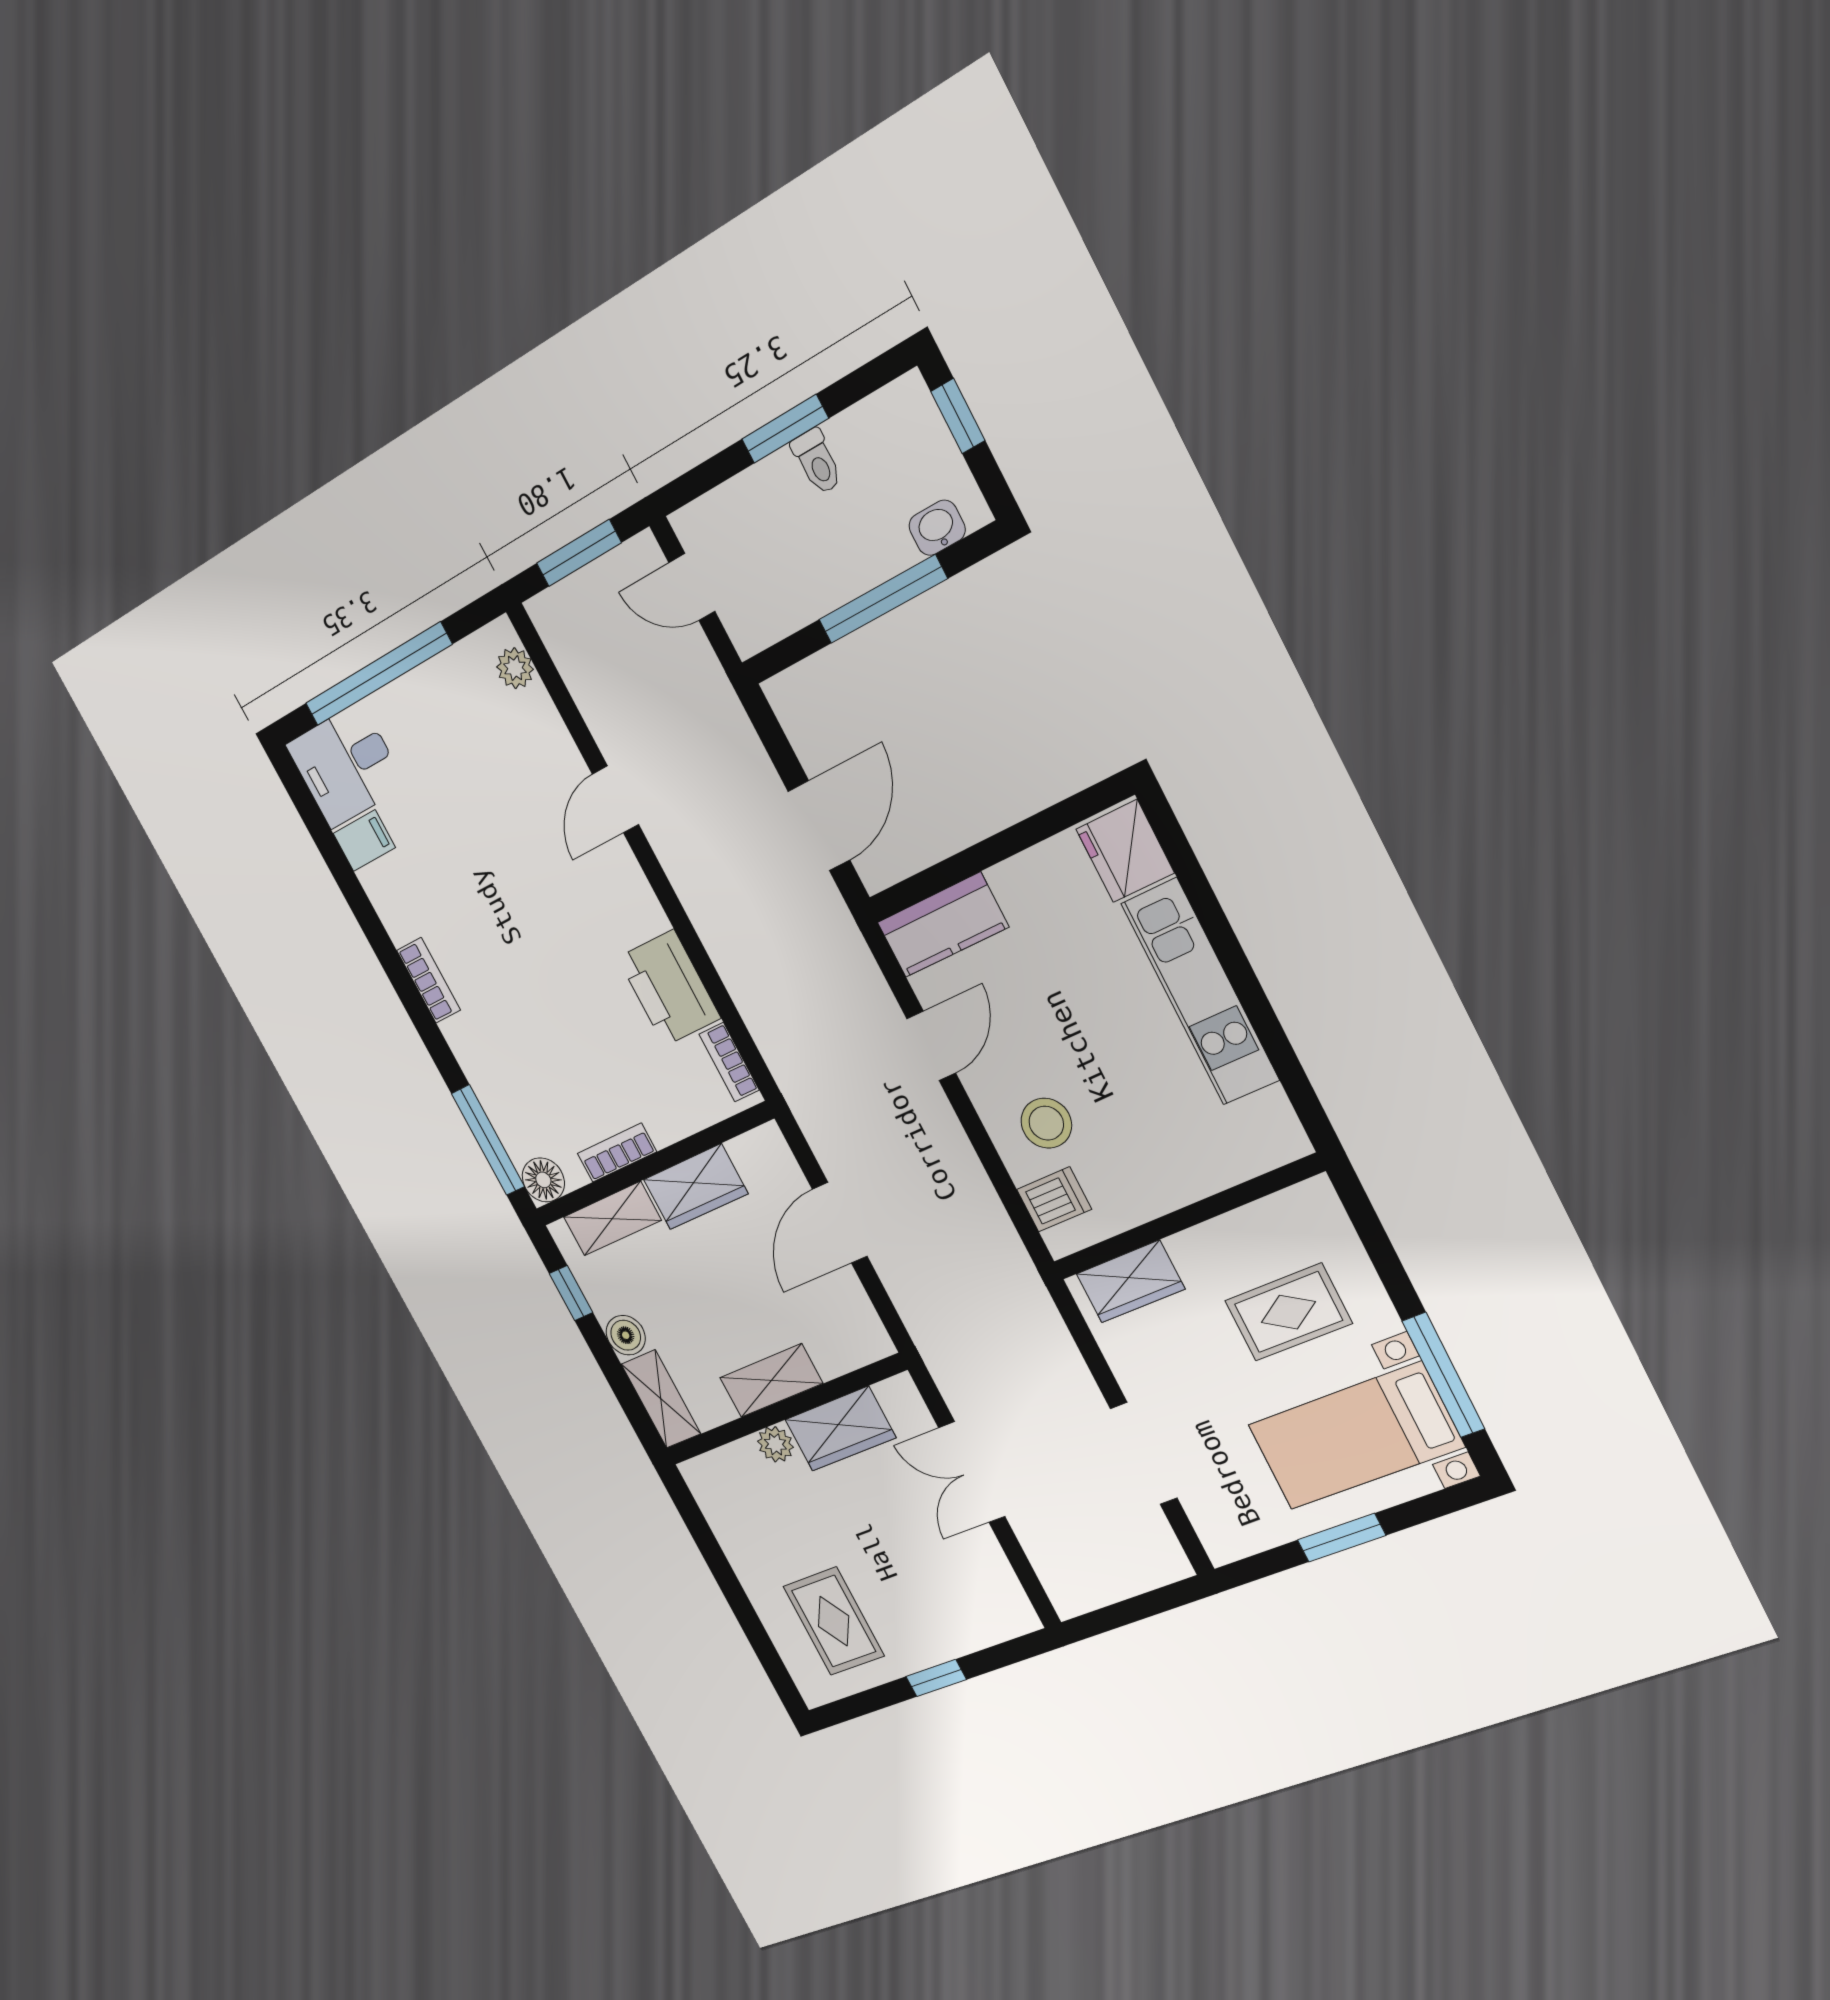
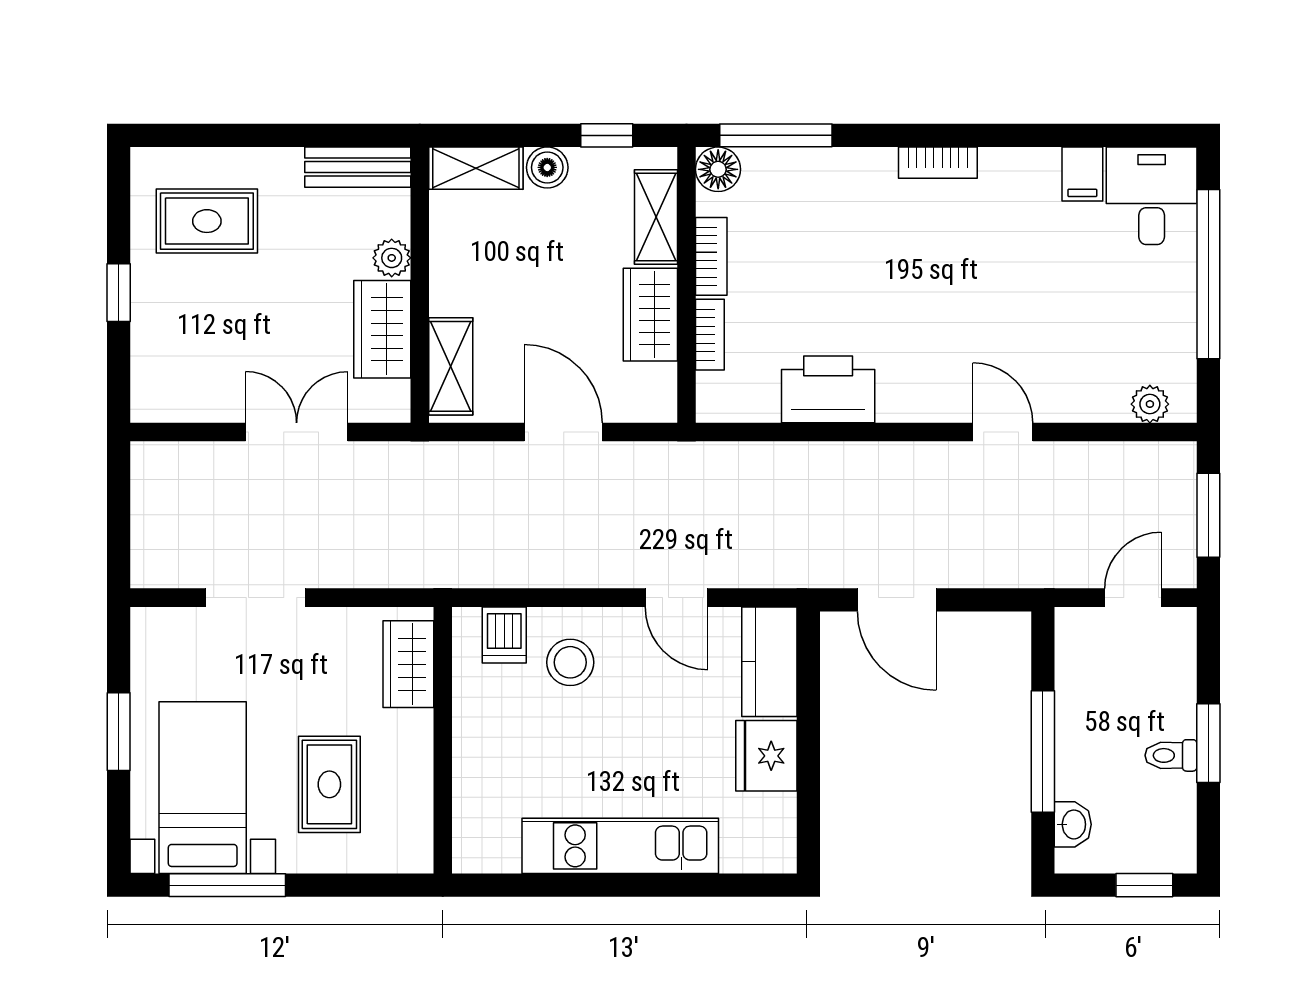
fridge: (1125, 851) -> (766, 756), moved, turned -90
bookcase: (729, 1062) -> (710, 335), moved, turned 90
shelving: (771, 1381) -> (451, 366), moved
bench: (717, 1505) -> (358, 167), added

